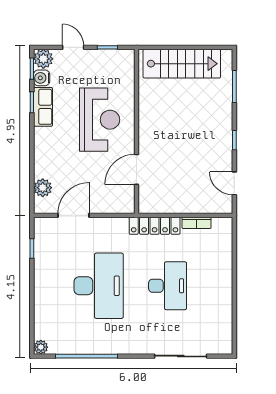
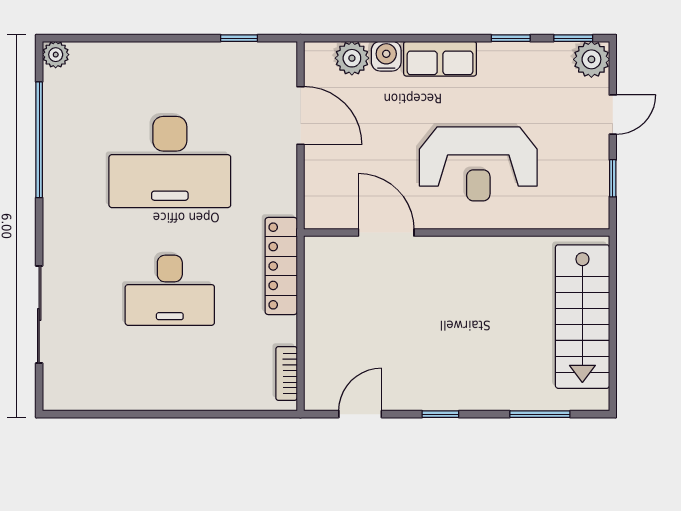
water cooler: (42, 78) -> (386, 56), moved
row of seats: (43, 107) -> (440, 59), moved
bookcase: (197, 223) -> (287, 373), moved

